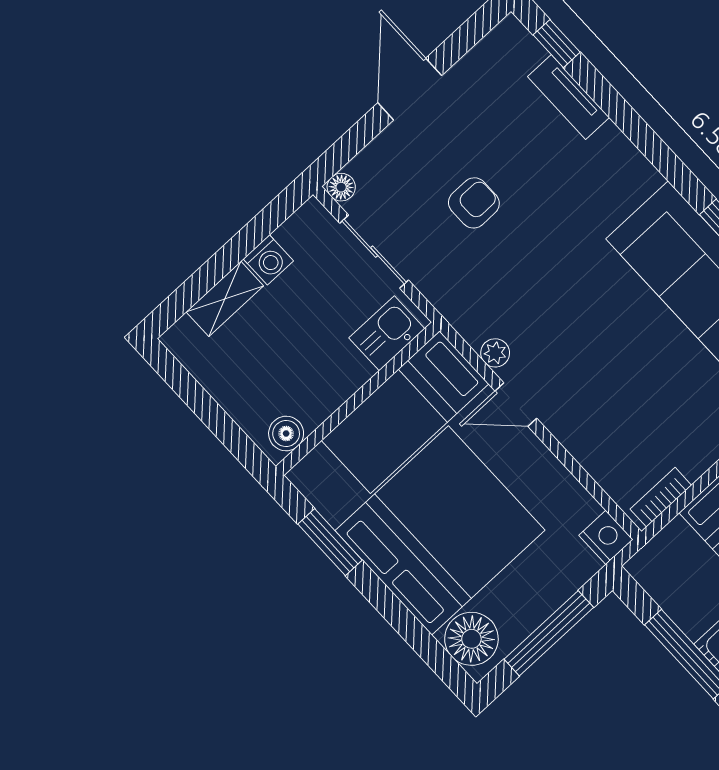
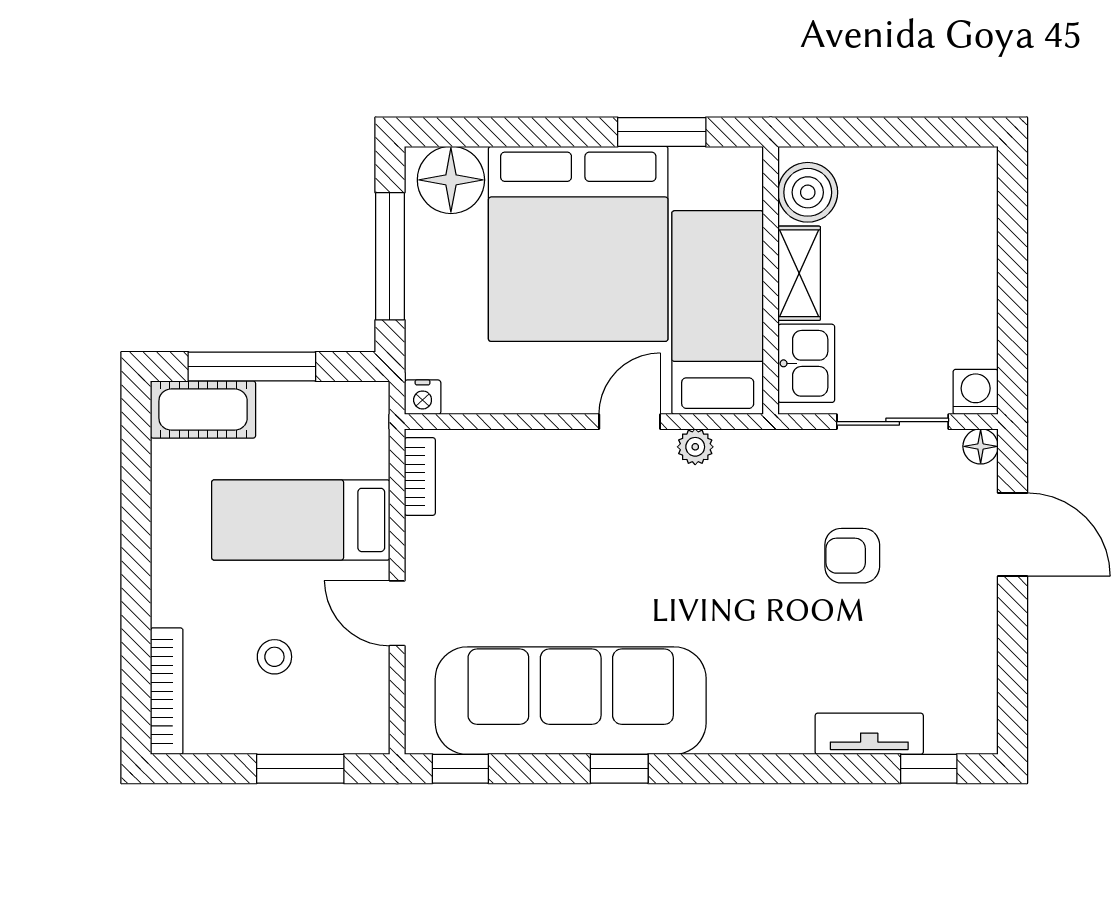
door: (410, 89) -> (1013, 535), moved
armchair: (474, 203) -> (852, 556), turned 90
washing machine: (268, 260) -> (976, 392), moved, turned 90
shelving: (225, 299) -> (799, 273), moved
boiler: (286, 434) -> (808, 192), width x1.36, depth x1.36
nightstand: (606, 537) -> (423, 397), width x0.72, depth x0.74

